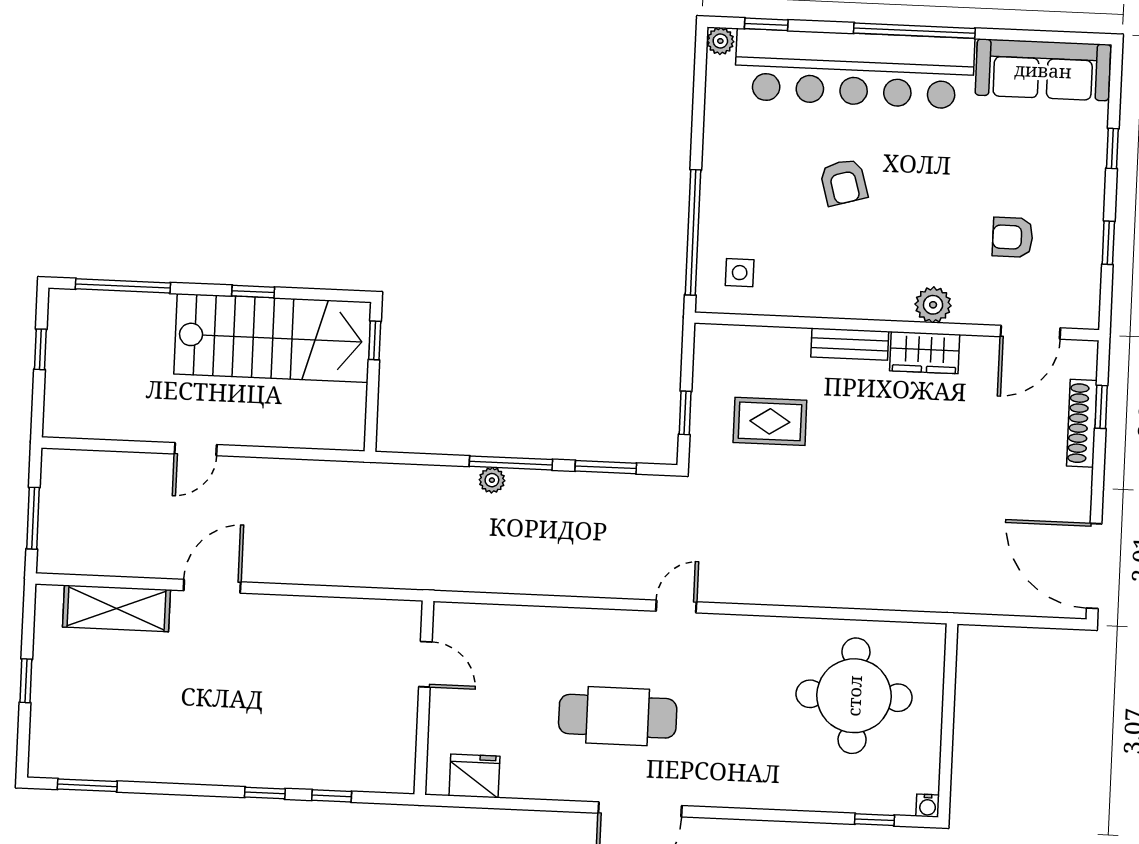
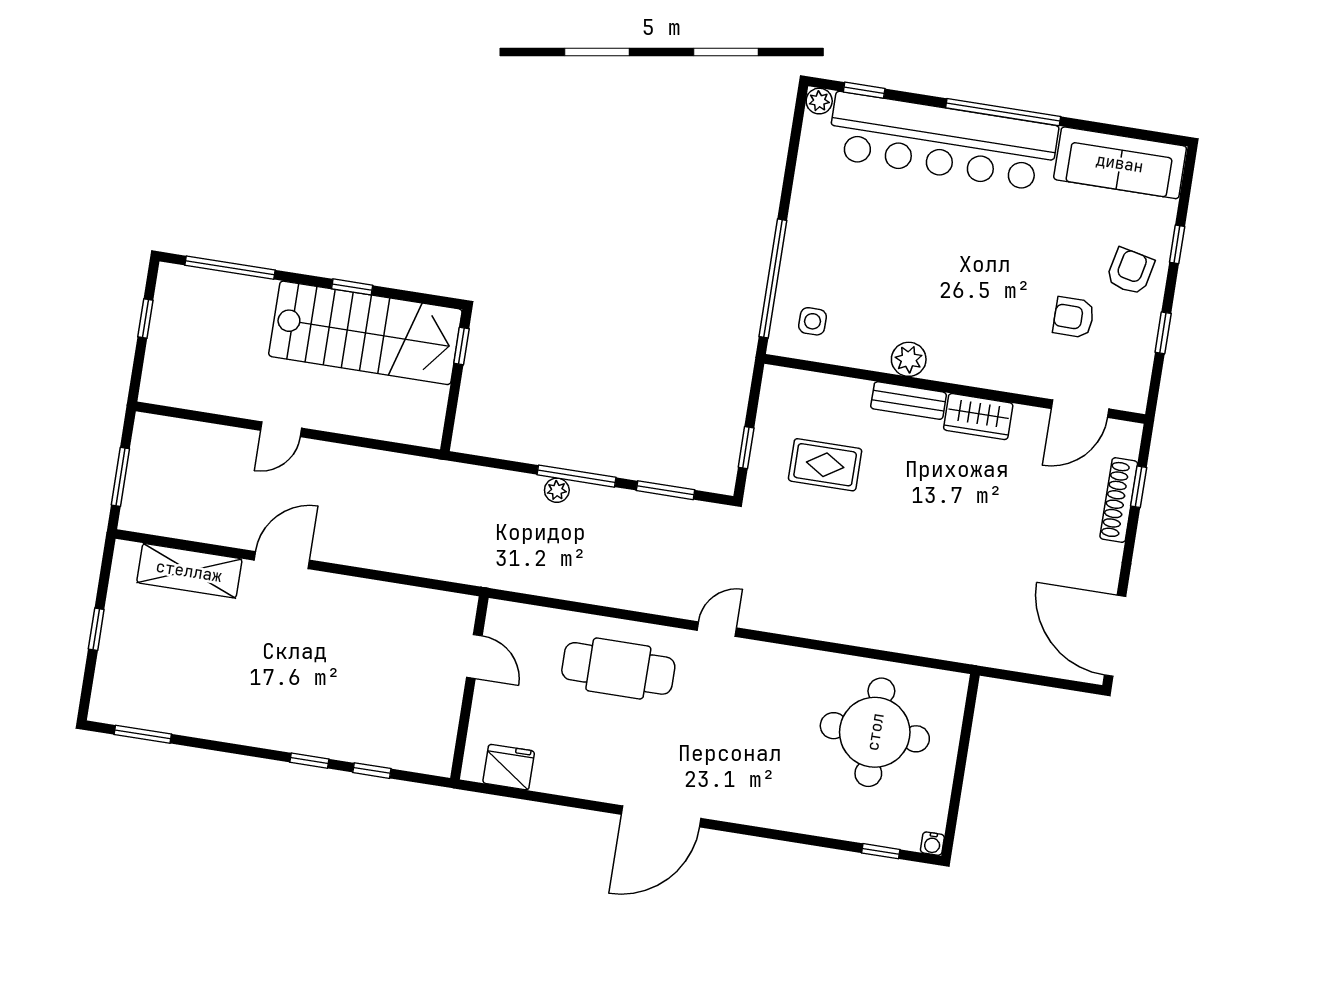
armchair: (844, 182) -> (1130, 271), moved, turned -152
plant: (933, 305) -> (909, 359), moved
cafe table: (618, 716) -> (618, 668), moved

